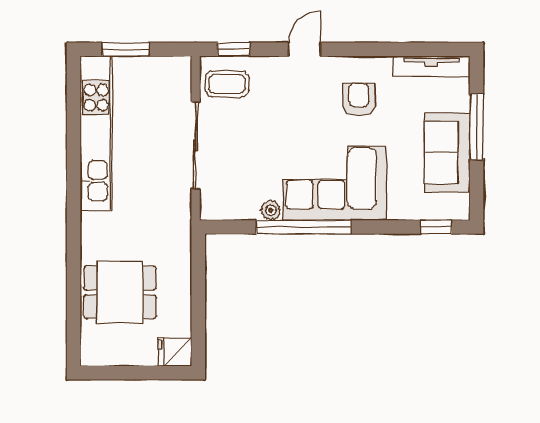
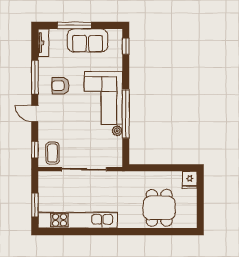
window: (375, 49) -> (35, 77), added
tv unit: (432, 66) -> (44, 43), width x0.71

